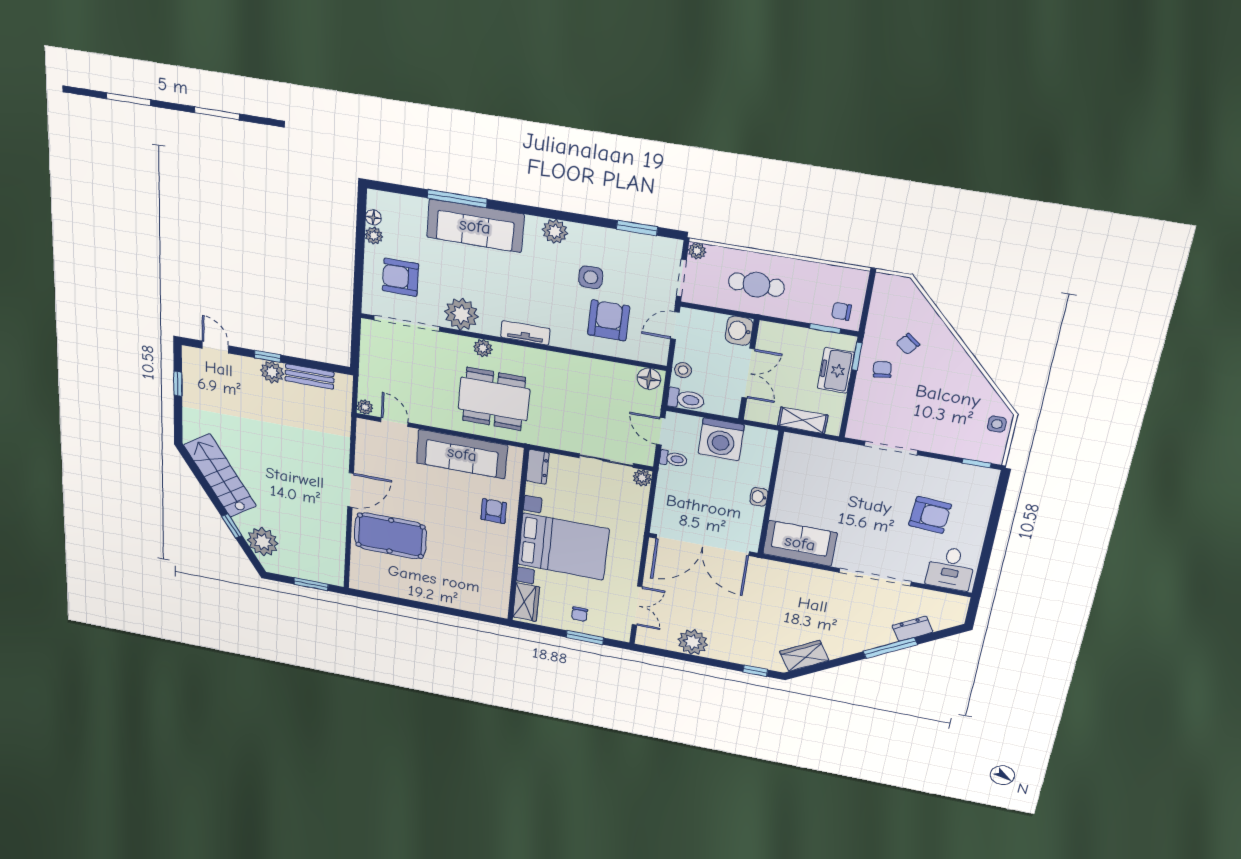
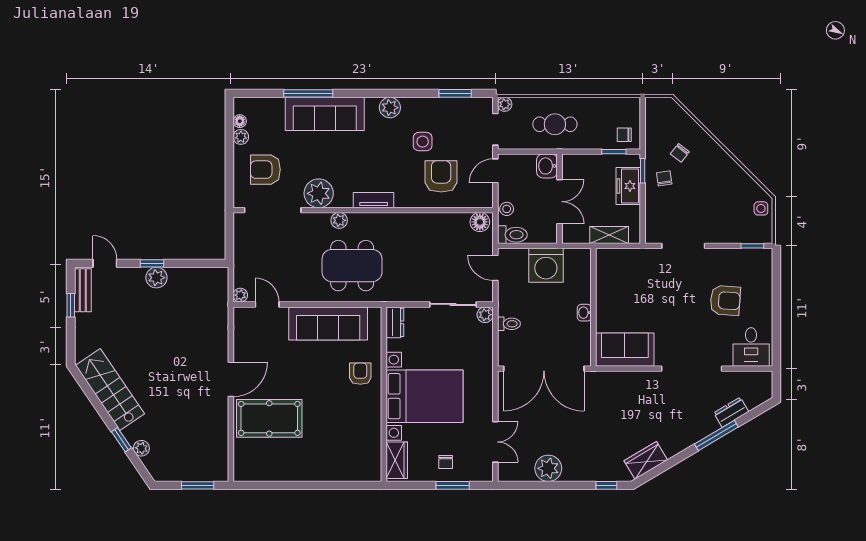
bench: (310, 376) -> (83, 290), moved, turned 90
toilet: (673, 459) -> (509, 324), moved
plant: (263, 542) -> (141, 448), width x0.53, depth x0.53

